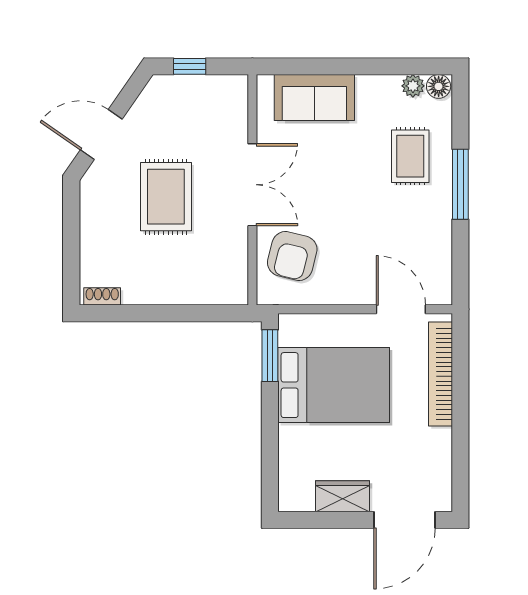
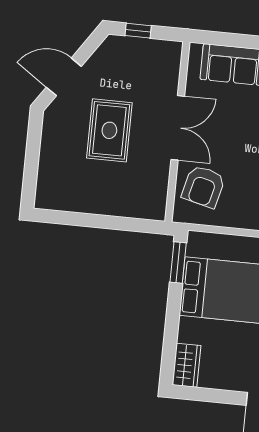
shoe rack: (102, 296) -> (52, 203), removed
wardrobe: (342, 496) -> (187, 365), moved, turned 90

